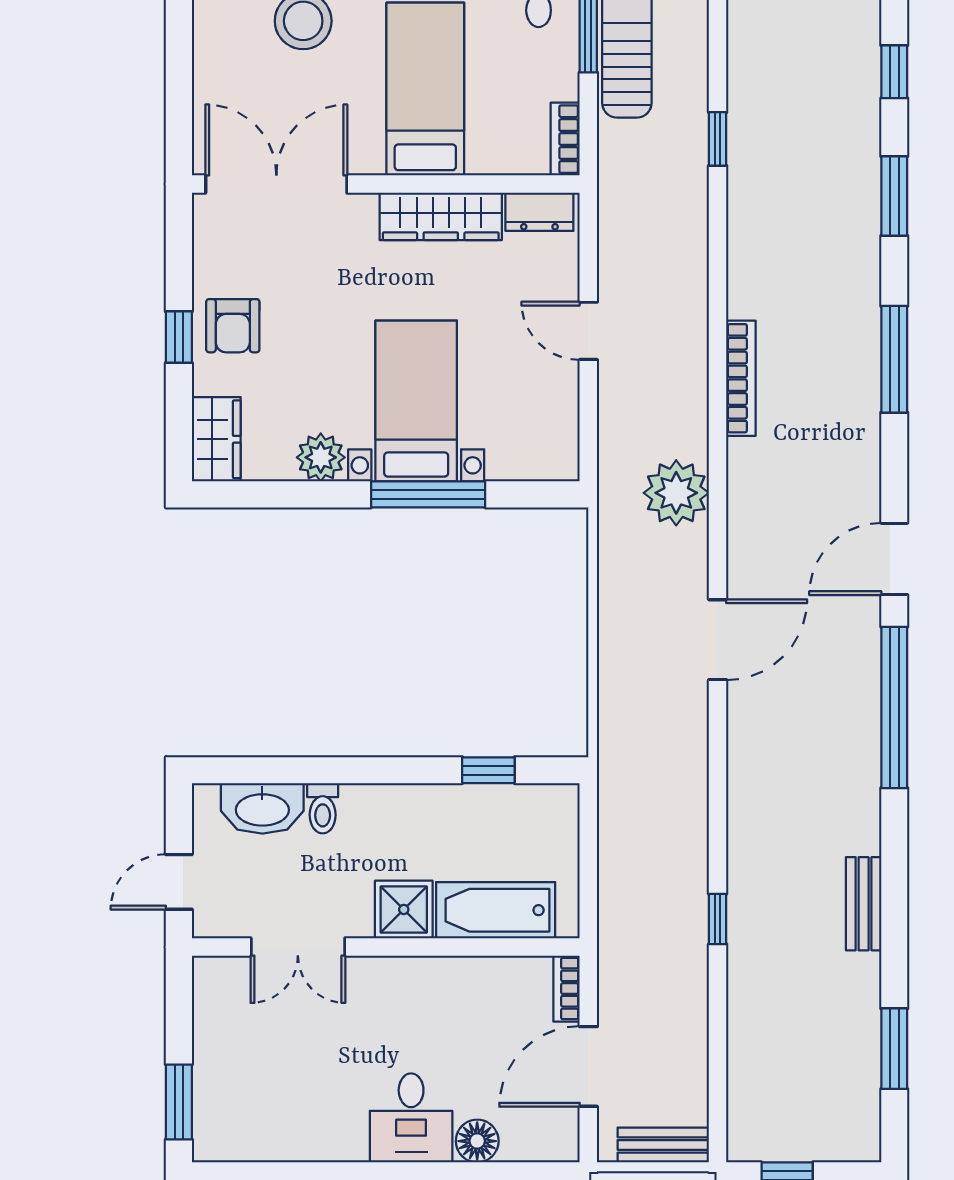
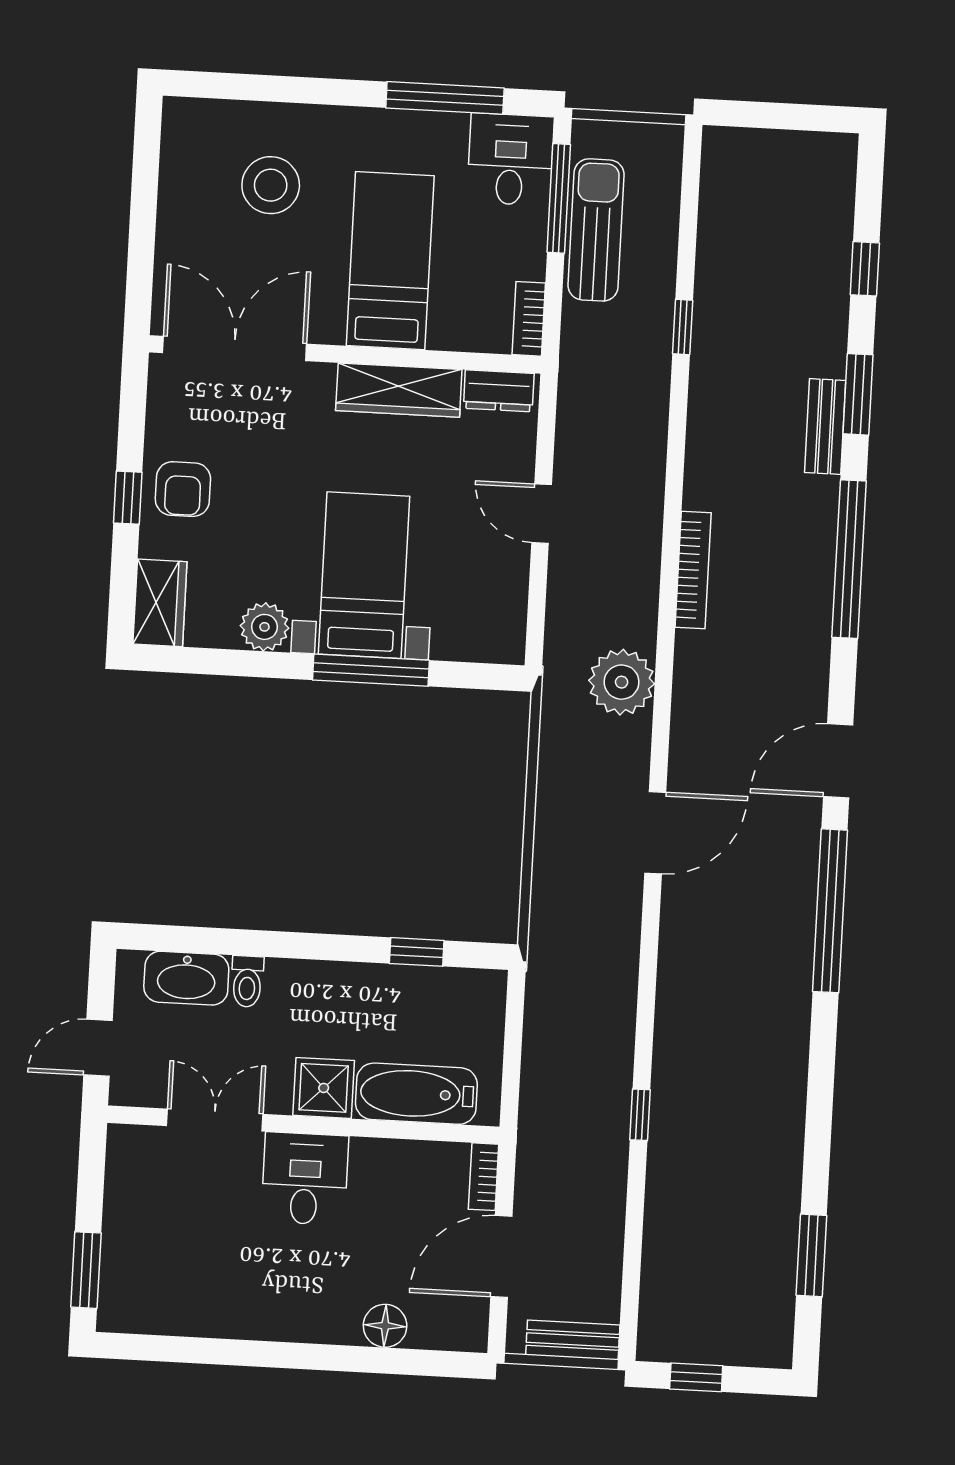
window: (894, 359) -> (849, 559), width x1.46
bench: (864, 904) -> (825, 427), moved
double door: (298, 947) -> (215, 1120), swing flipped
desk: (411, 1118) -> (305, 1179), moved, turned 180

